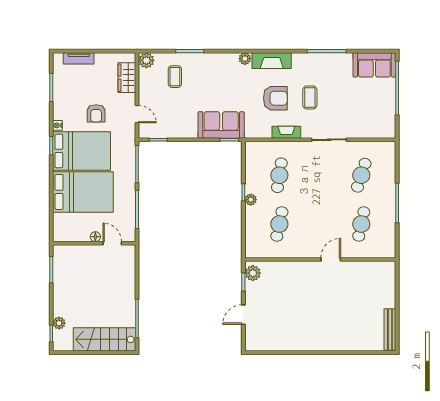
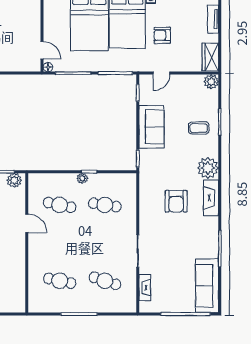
plant: (245, 59) -> (208, 168), width x1.88, depth x1.88
sofa: (374, 65) -> (207, 286), width x1.36
coffee table: (175, 77) -> (199, 128), moved
wardrobe: (127, 78) -> (210, 57), moved, turned -90
coffee table: (310, 97) -> (177, 233), removed
sofa: (221, 125) -> (151, 127), moved
fireplace: (286, 132) -> (145, 288), moved
floor lamp: (95, 237) -> (48, 67), moved
door: (112, 243) -> (42, 50), hinge flipped
door: (331, 260) -> (27, 223), moved

